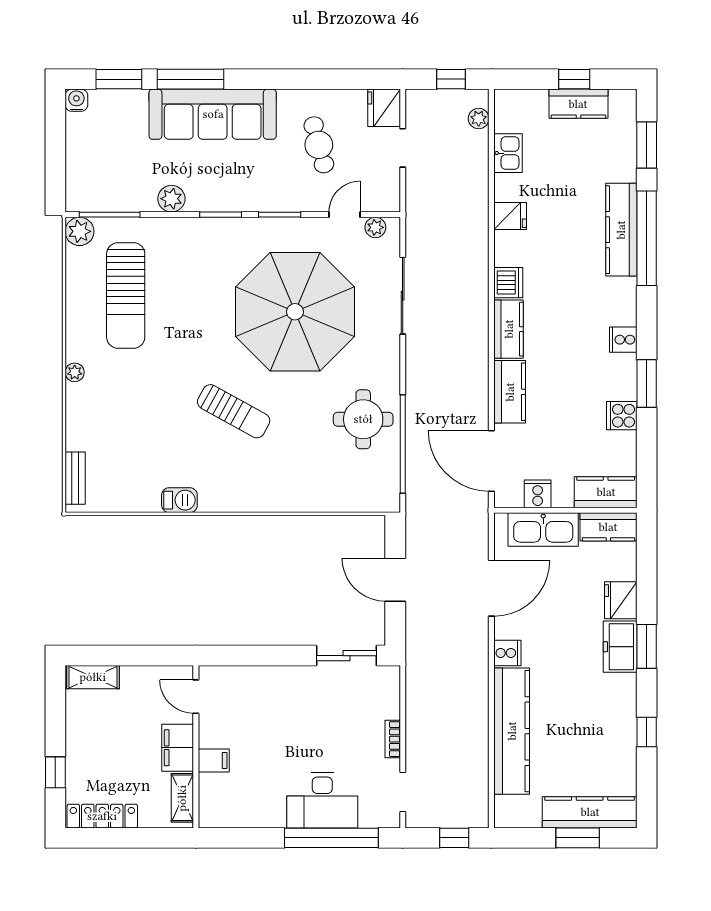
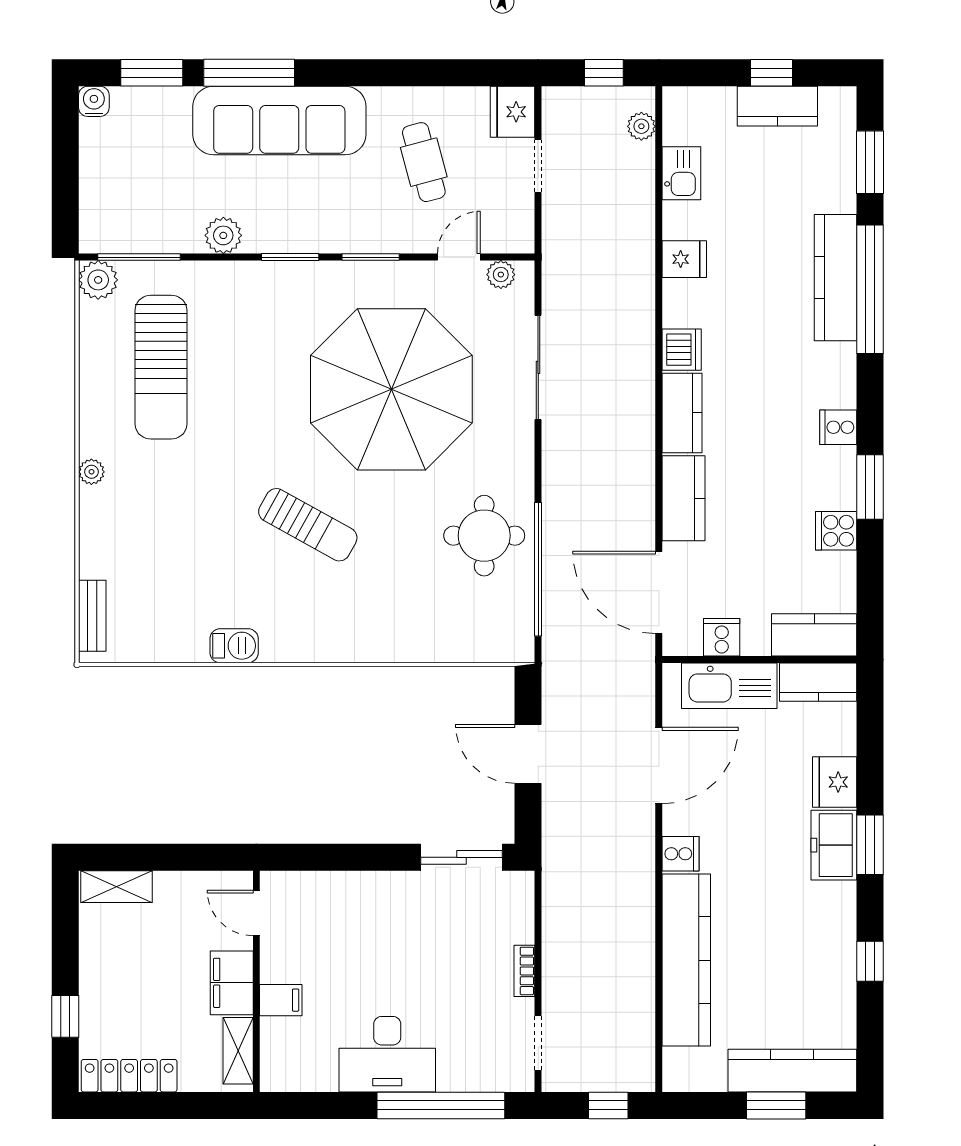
desk: (322, 800) -> (387, 1054), moved

